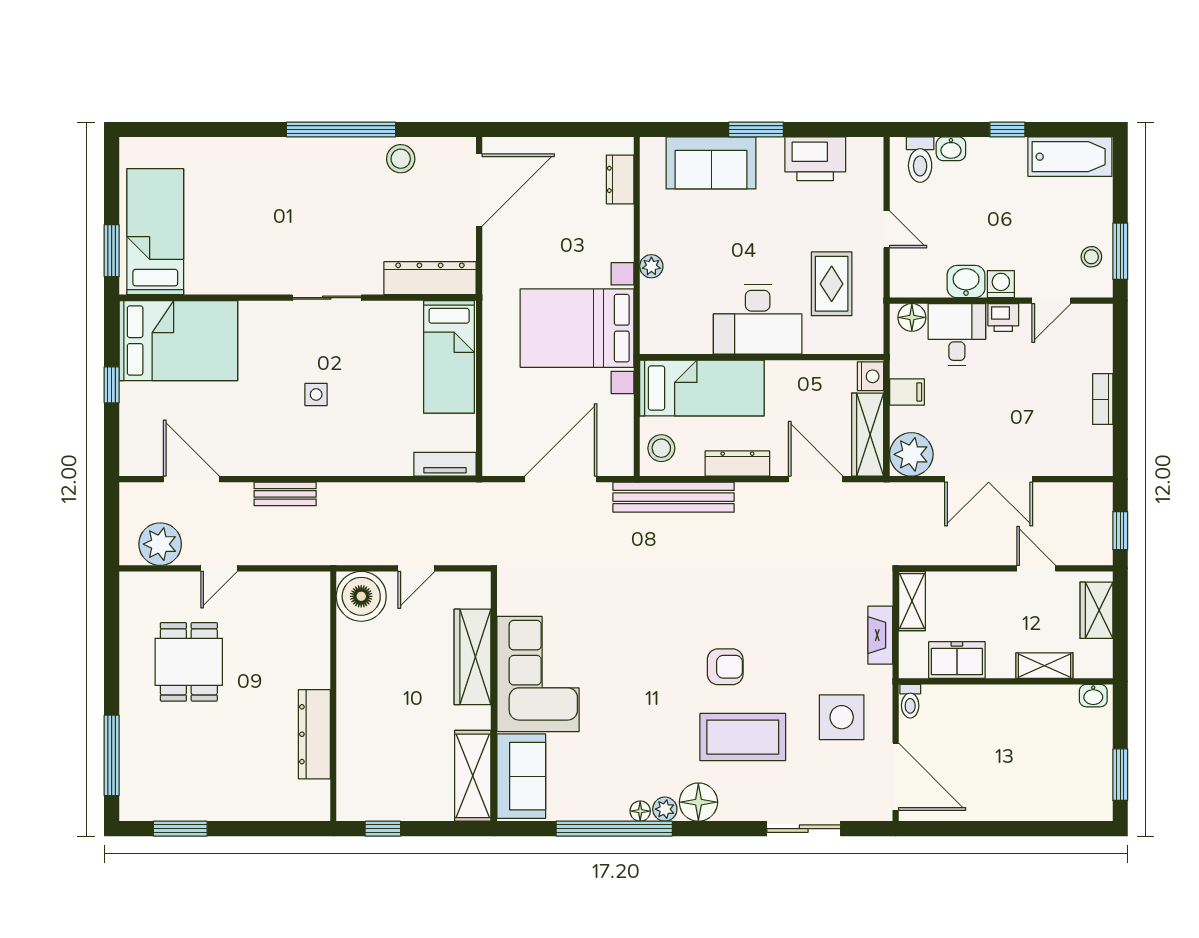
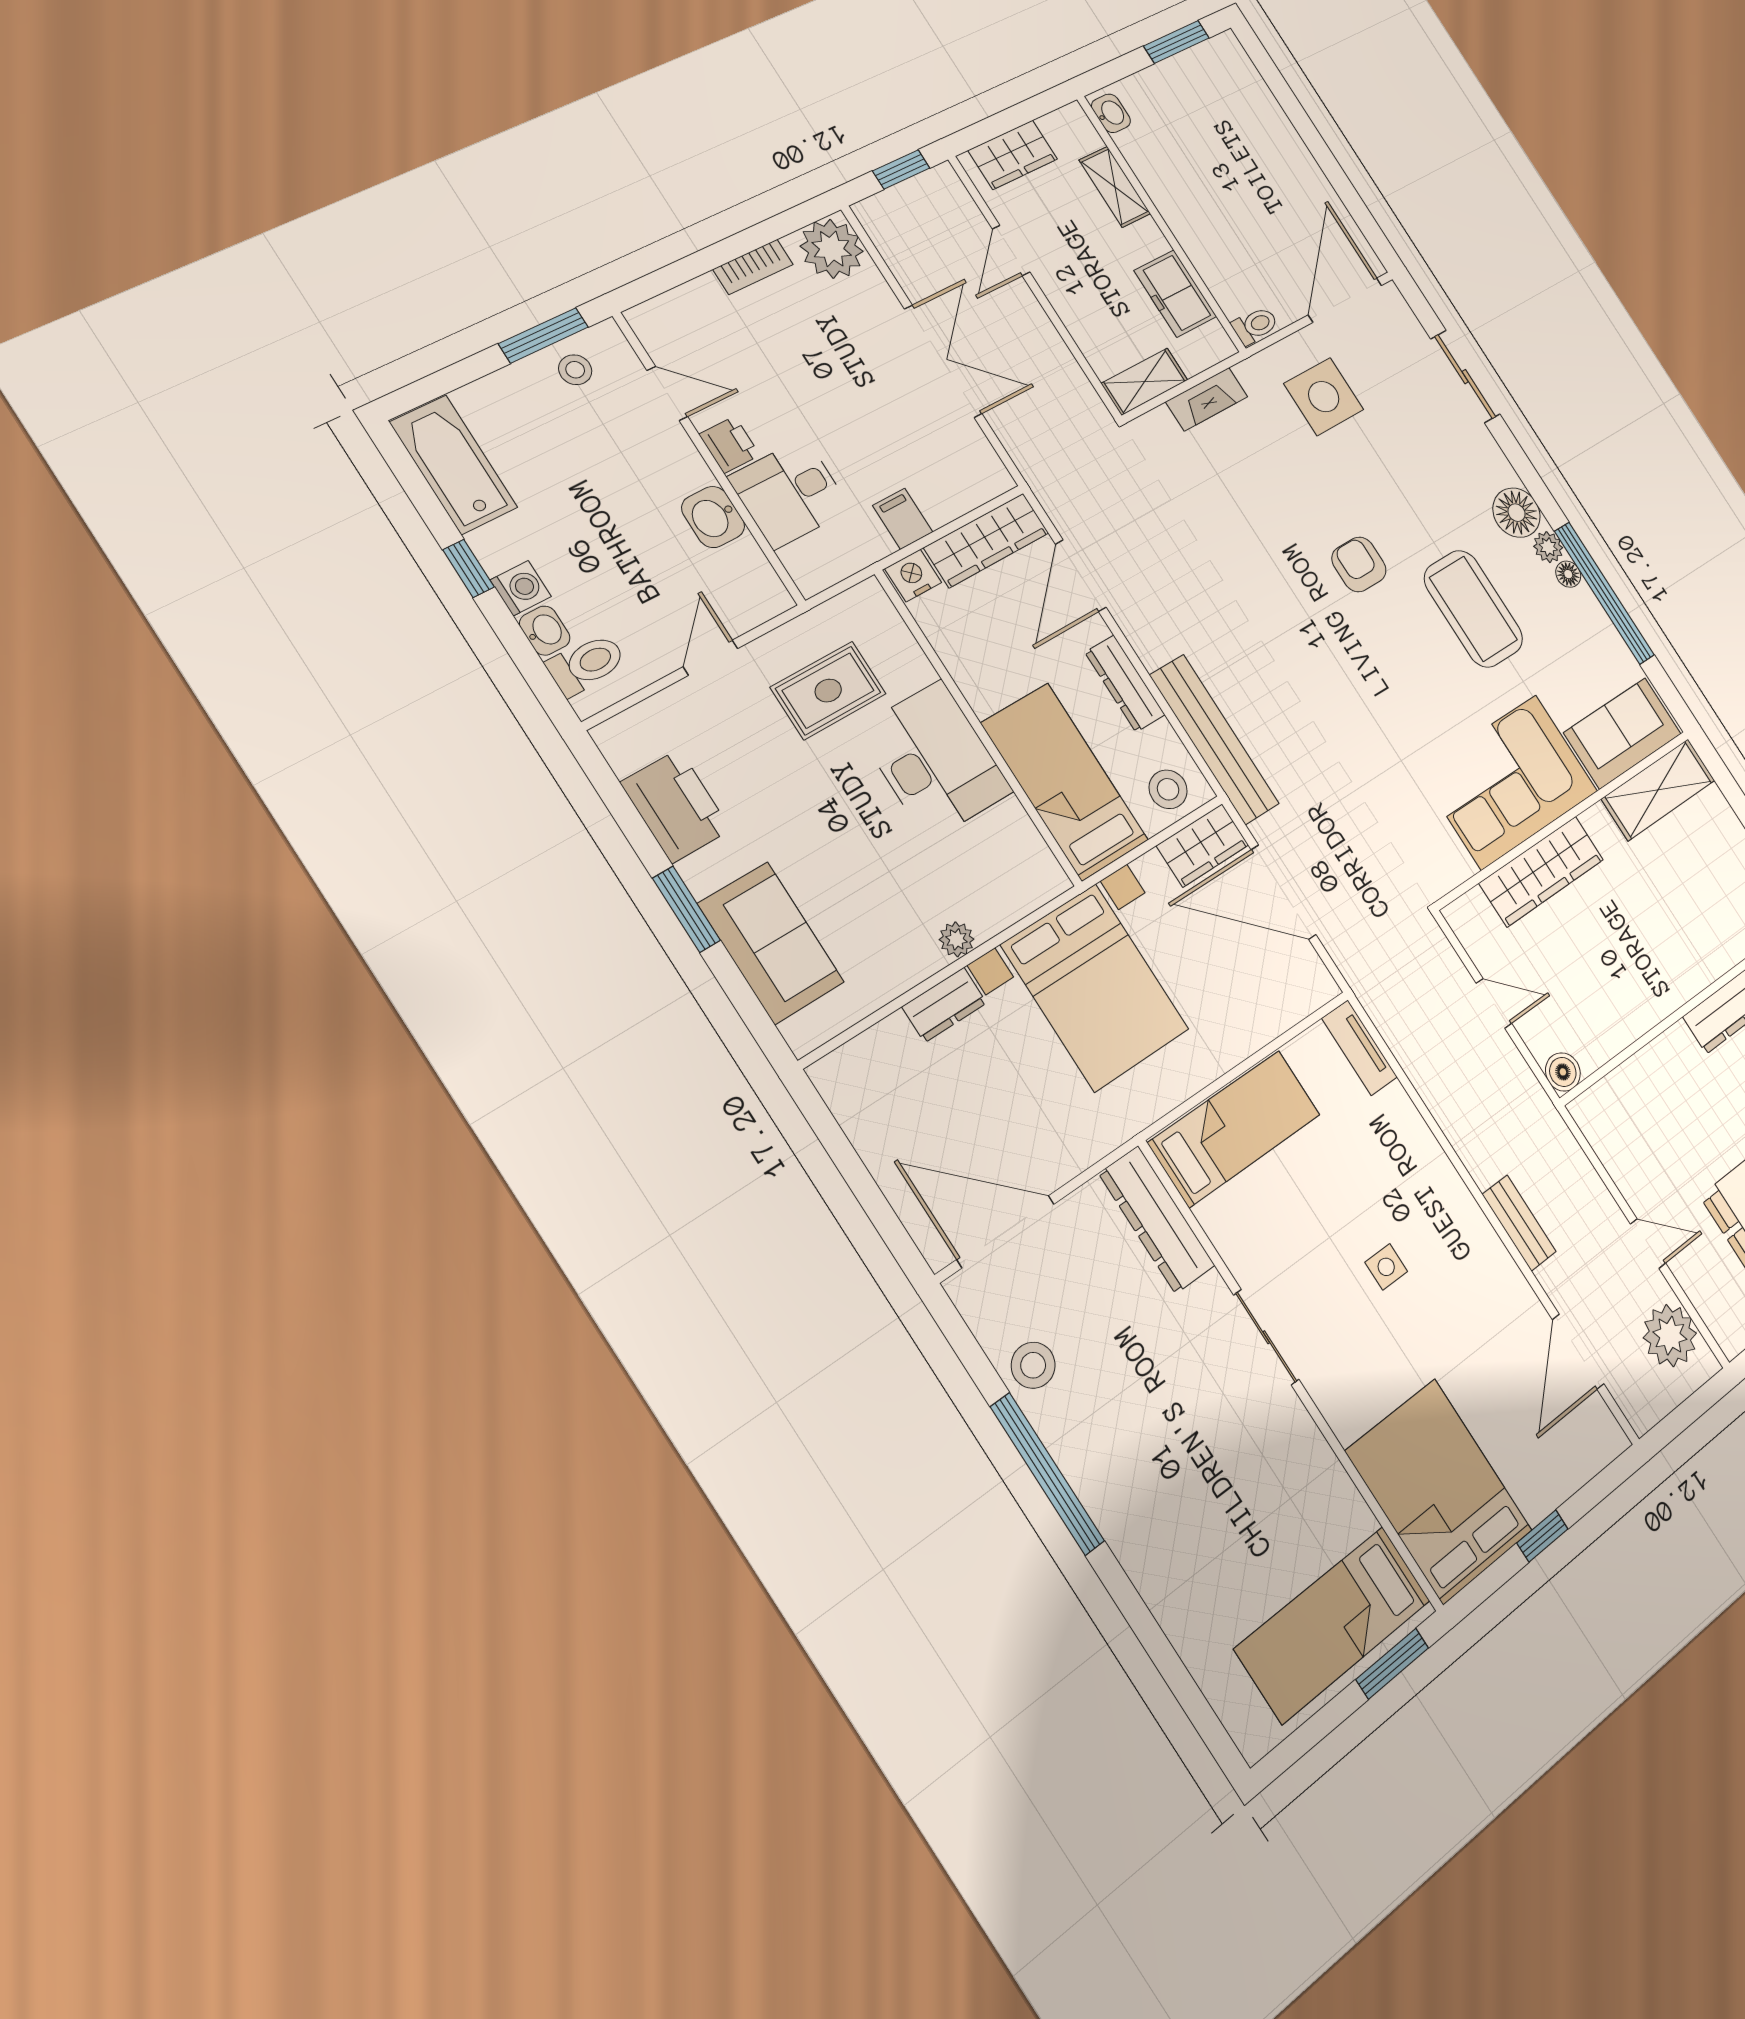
dresser: (620, 179) -> (944, 1005), moved
washing machine: (1001, 284) -> (521, 588), moved, turned 180
floor lamp: (912, 317) -> (805, 563), removed
wardrobe: (617, 447) -> (1203, 845), added
plant: (911, 454) -> (832, 249), moved
boiler: (361, 596) -> (1563, 1072), width x0.54, depth x0.54
coffee table: (743, 737) -> (1473, 609), moved

